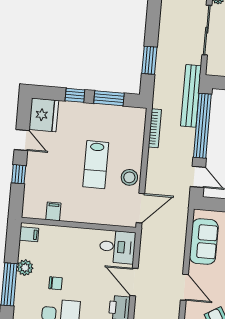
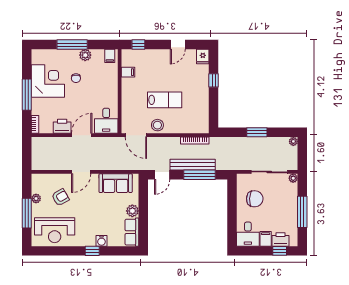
window: (149, 60) -> (257, 132), moved
bench: (191, 96) -> (193, 165), moved
window: (109, 98) -> (214, 105), removed
fridge: (44, 115) -> (203, 57), width x0.53, depth x0.75
window: (202, 126) -> (200, 175), width x0.68
lab bench: (96, 165) -> (165, 100), turned 180
window: (19, 174) -> (138, 45), moved

